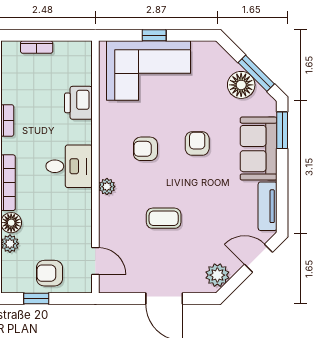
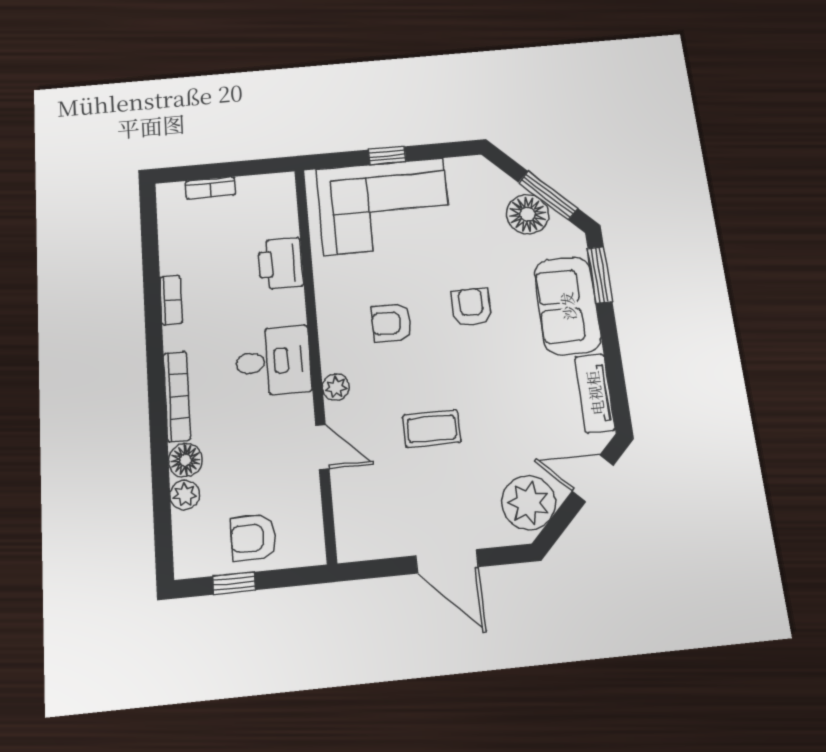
door: (95, 261) -> (322, 447), moved
plant: (217, 275) -> (528, 503), width x1.36, depth x1.36

